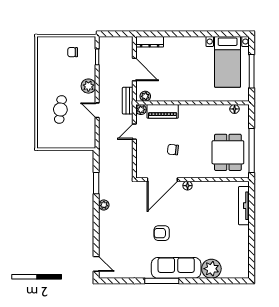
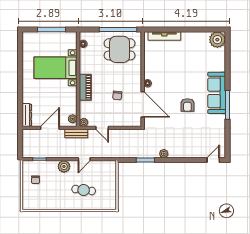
bed with nightstands: (228, 62) -> (55, 68), moved, turned 180
piano: (163, 111) -> (85, 87), moved
plant: (211, 269) -> (217, 40), moved

